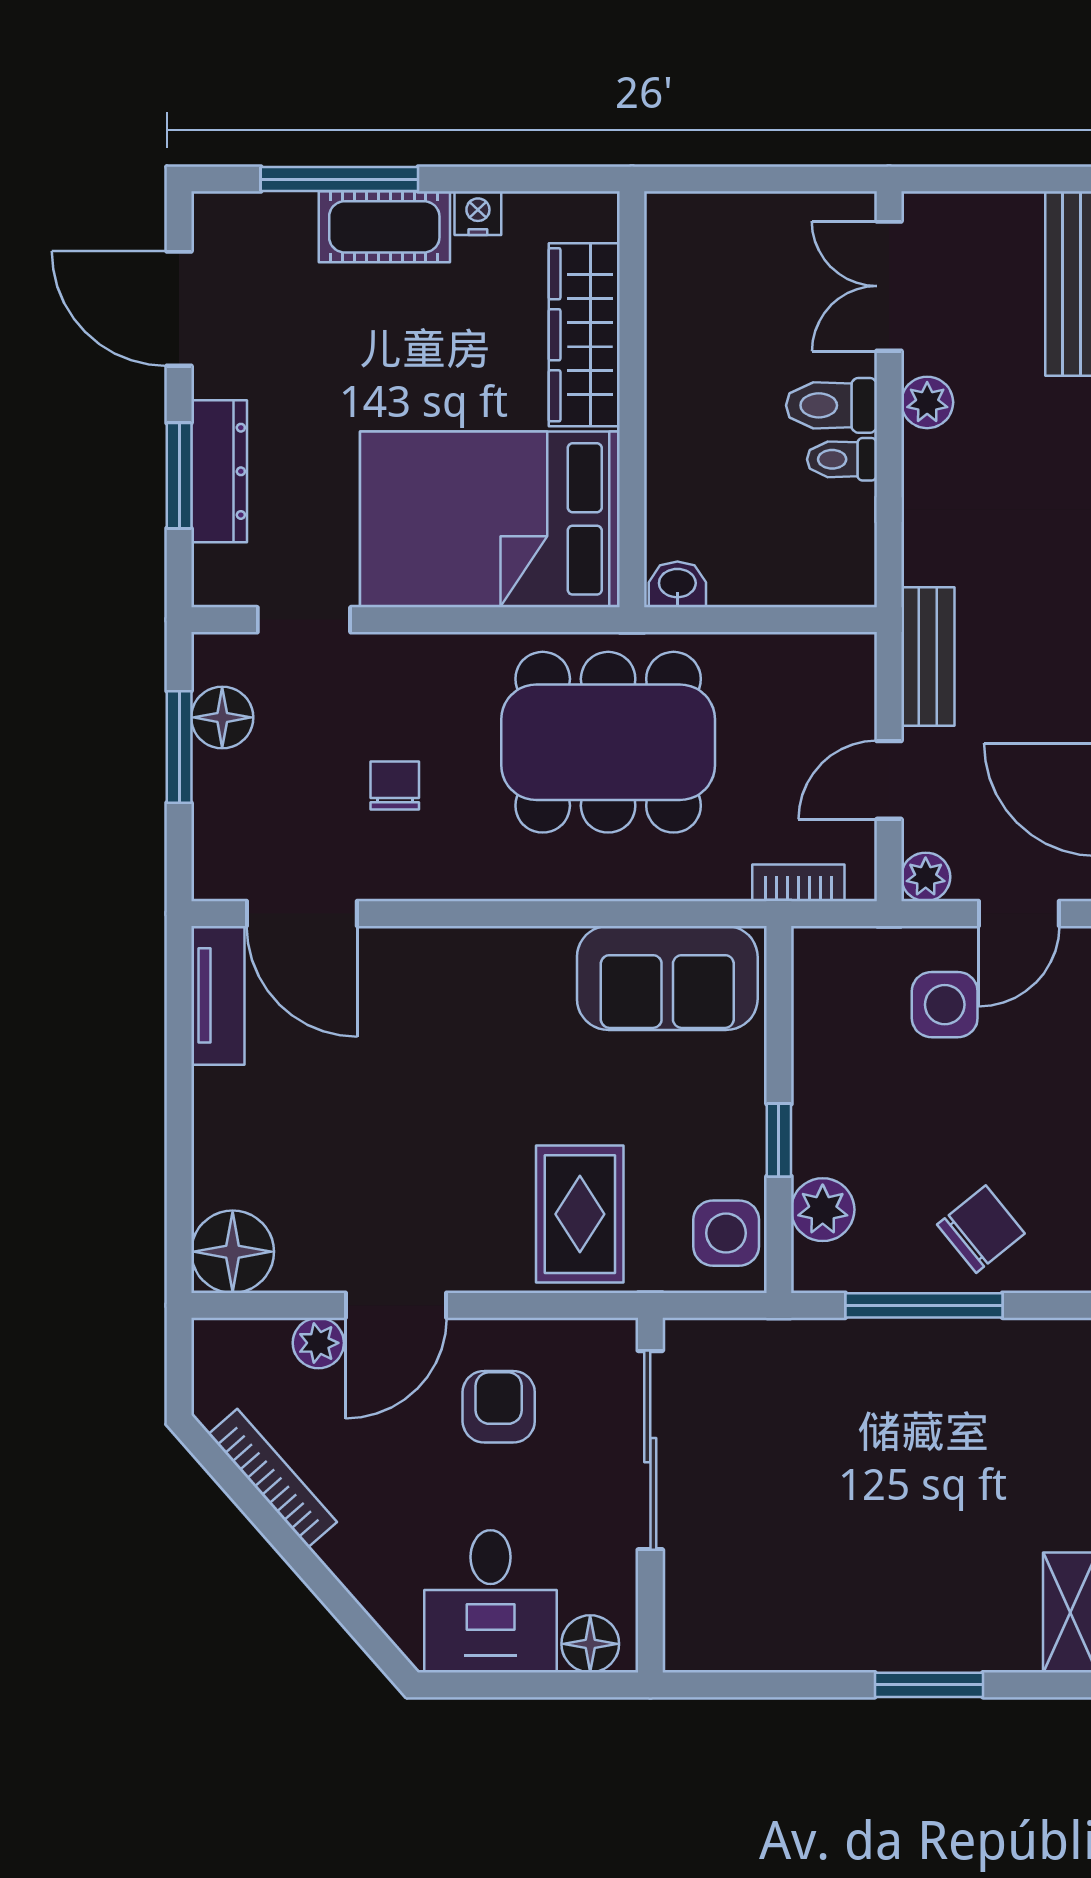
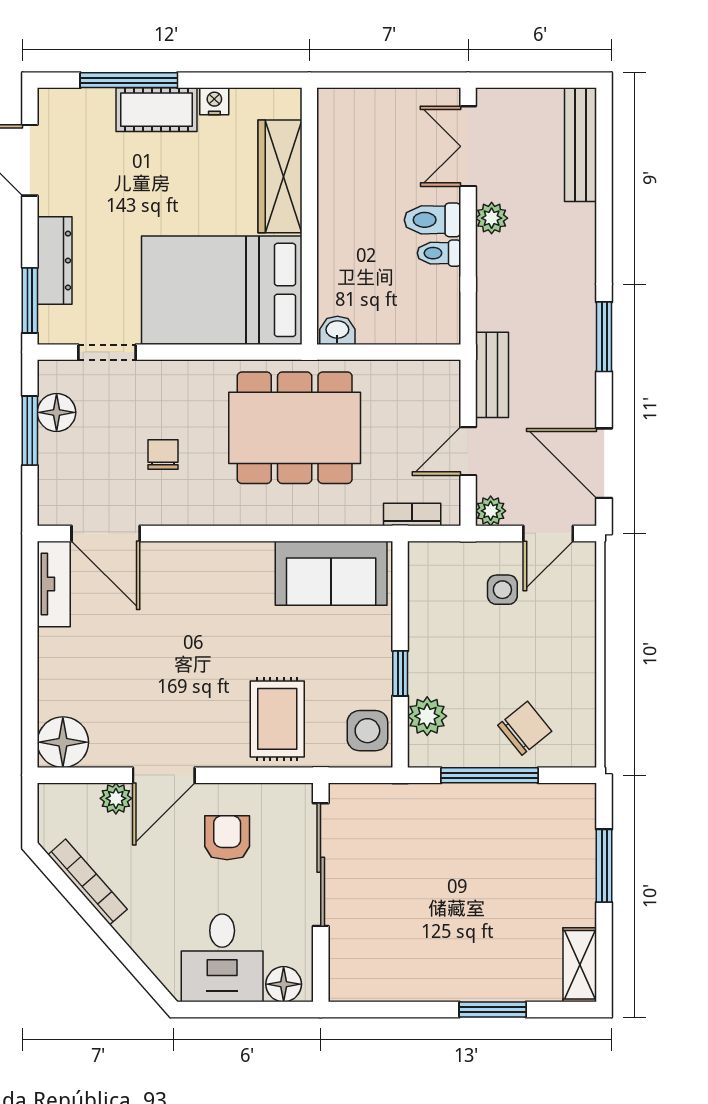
window: (179, 476) -> (30, 300), moved
side table: (945, 1005) -> (502, 590), width x0.73, depth x0.73

